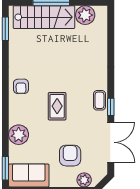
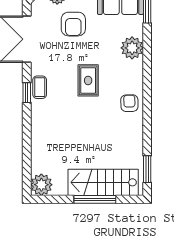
plant: (85, 15) -> (41, 185), moved
window: (111, 107) -> (27, 93), moved

